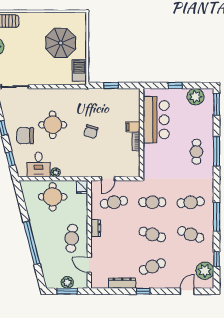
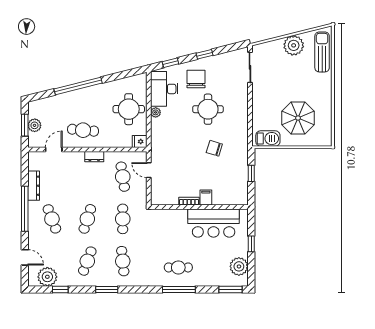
chair: (91, 132) -> (214, 148), moved
desk: (39, 165) -> (164, 89), width x1.37
window: (217, 217) -> (107, 290), width x0.69
window: (143, 291) -> (25, 209), width x3.17

